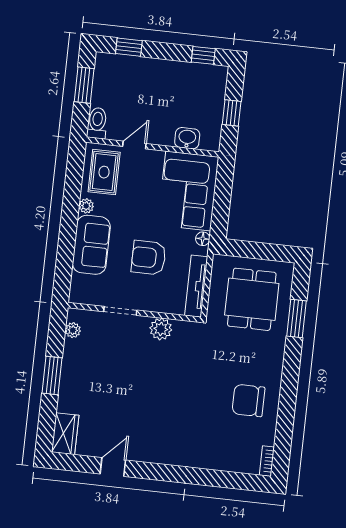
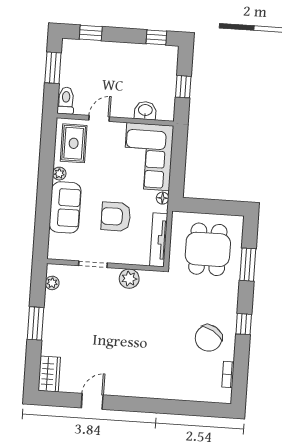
window: (289, 386) -> (244, 324), added
chair: (248, 400) -> (209, 338), turned -59
bookcase: (267, 461) -> (228, 375), moved

